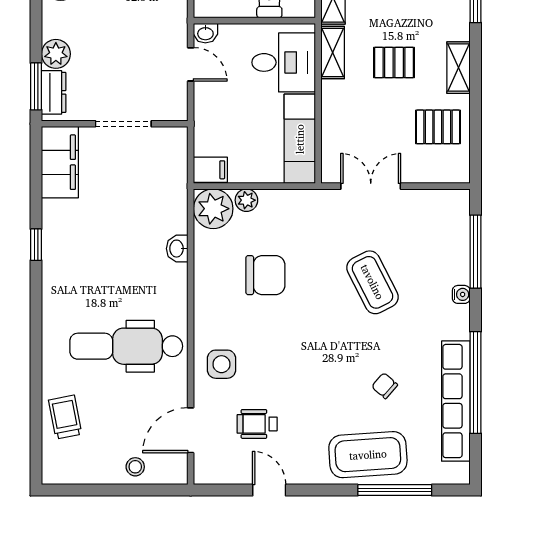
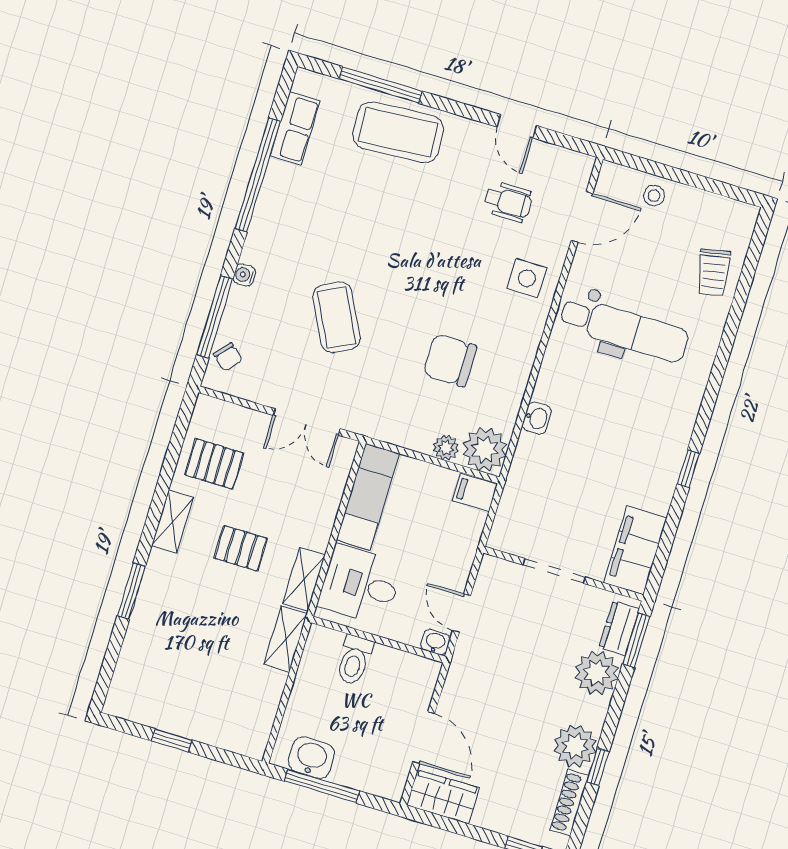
plant: (56, 54) -> (597, 673), width x1.36, depth x1.36
chair: (385, 386) -> (228, 357), moved
row of seats: (456, 401) -> (295, 128), width x0.50

